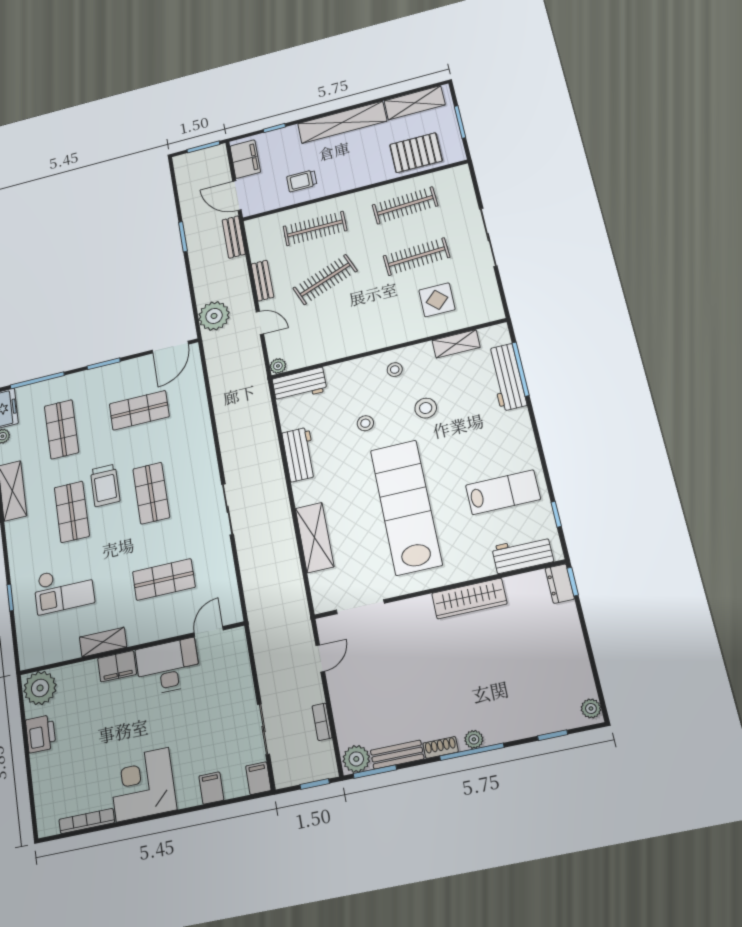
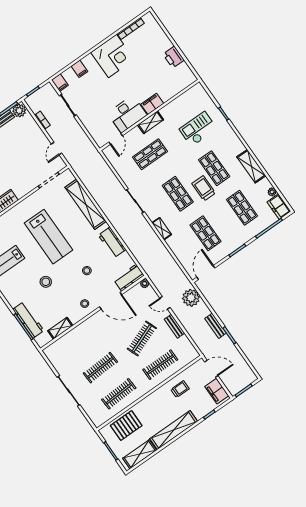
bench: (234, 237) -> (216, 326), moved
display table: (437, 300) -> (80, 348), removed
door: (348, 359) -> (111, 301), added
stool: (426, 408) -> (46, 282), moved
shop shelf: (139, 410) -> (206, 233), turned 90
shelving: (206, 445) -> (162, 229), added
lab bench: (406, 507) -> (48, 237), width x0.73
shelving: (315, 538) -> (86, 204), width x1.47
shelving: (103, 642) -> (151, 122), moved
plant: (40, 688) -> (185, 78), removed

